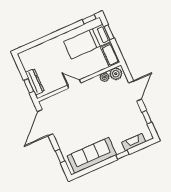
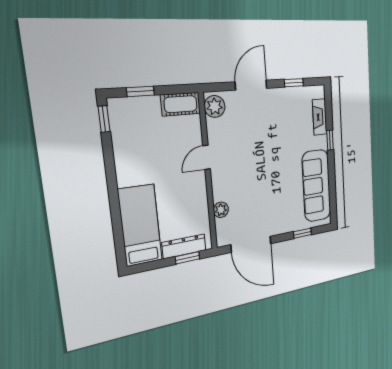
bed: (87, 42) -> (140, 225), moved, turned 180
plant: (104, 77) -> (221, 210), moved
door: (74, 84) -> (206, 157), moved
door: (135, 91) -> (251, 85), hinge flipped

